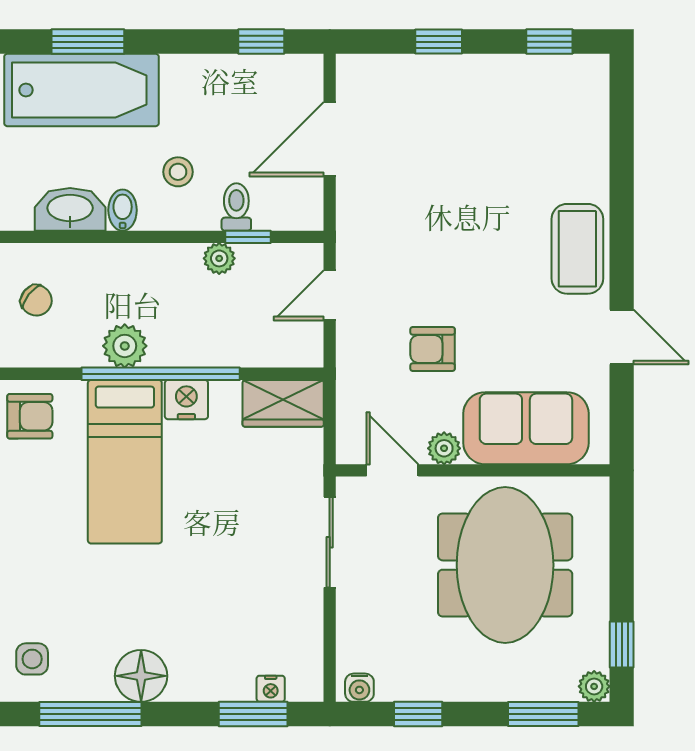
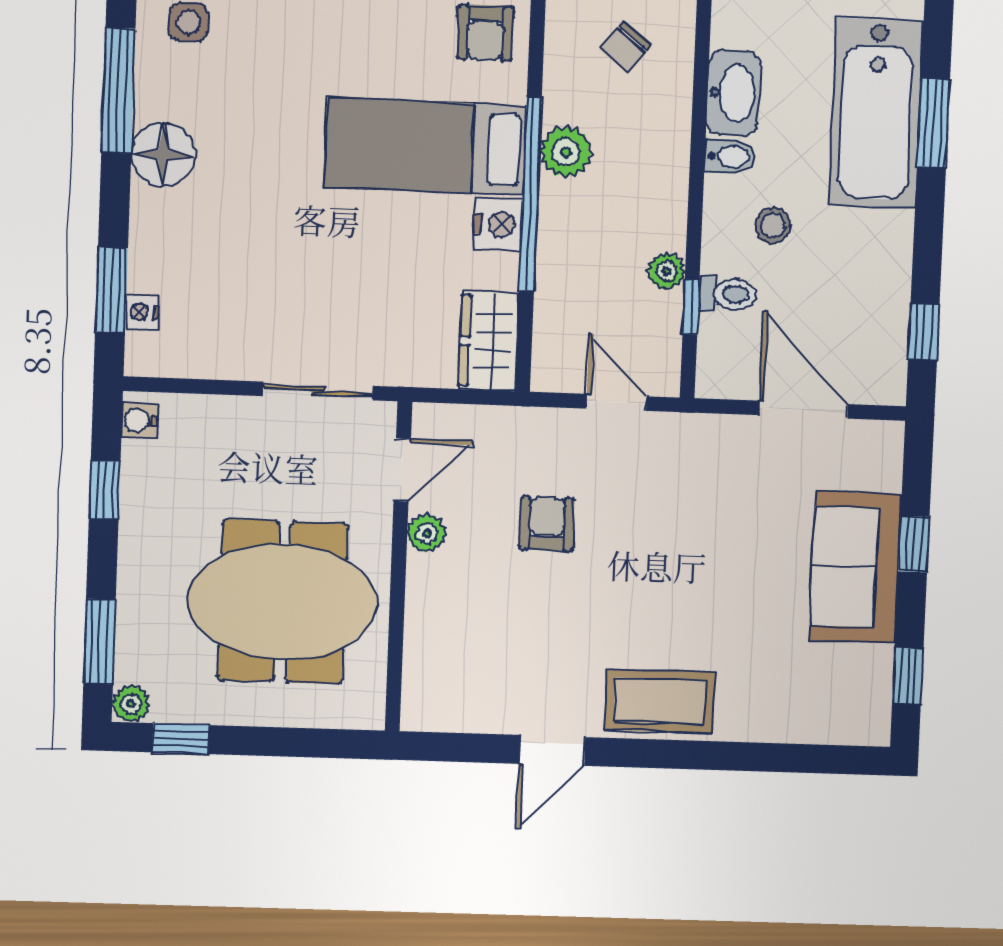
sofa: (526, 428) -> (855, 567), moved, turned 180

